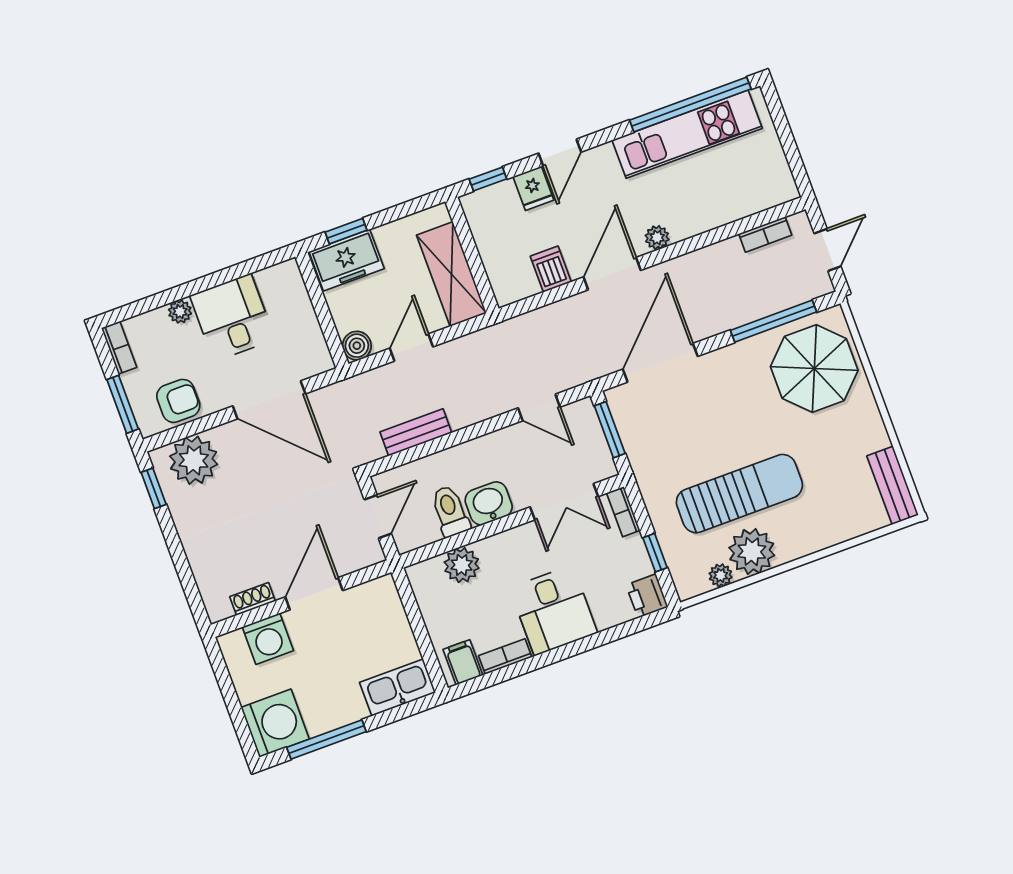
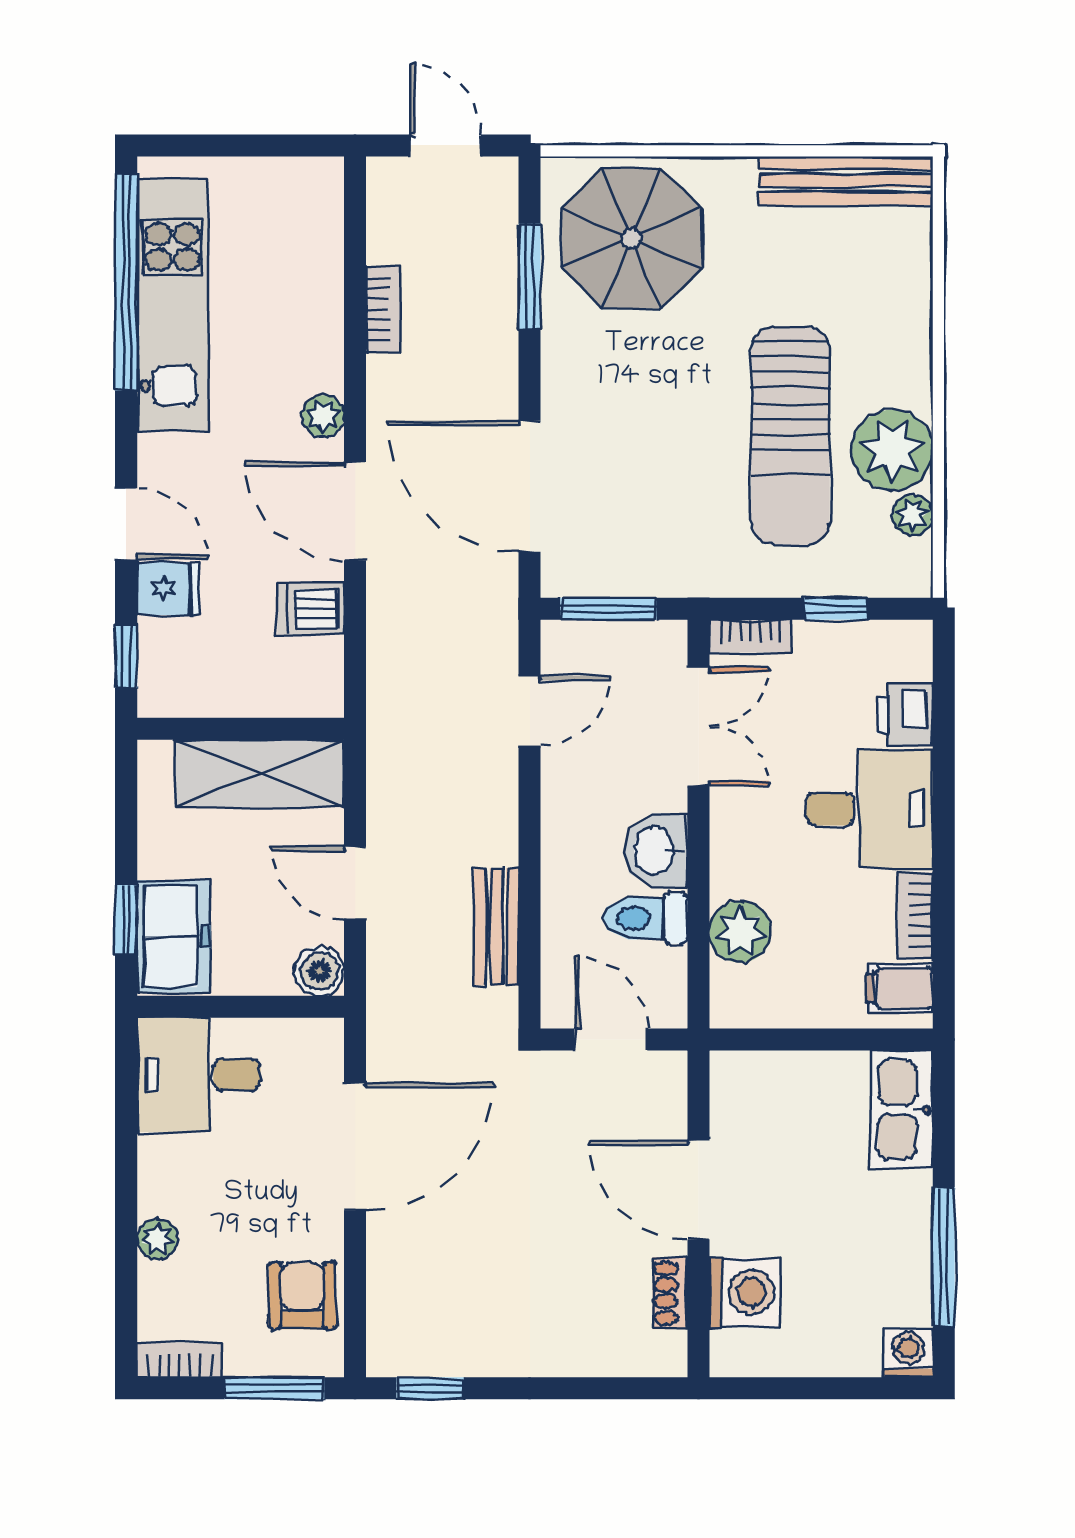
bookcase: (765, 234) -> (383, 309), moved
desk: (232, 317) -> (199, 1075), moved
window: (774, 321) -> (530, 276), width x0.69
plant: (194, 460) -> (408, 1306), removed
bench: (893, 485) -> (846, 181), width x1.36
sun lounger: (739, 494) -> (790, 435), turned 180
printer: (647, 596) -> (905, 715), moved, turned 90
washing machine: (275, 723) -> (908, 1353), width x0.53, depth x0.53

